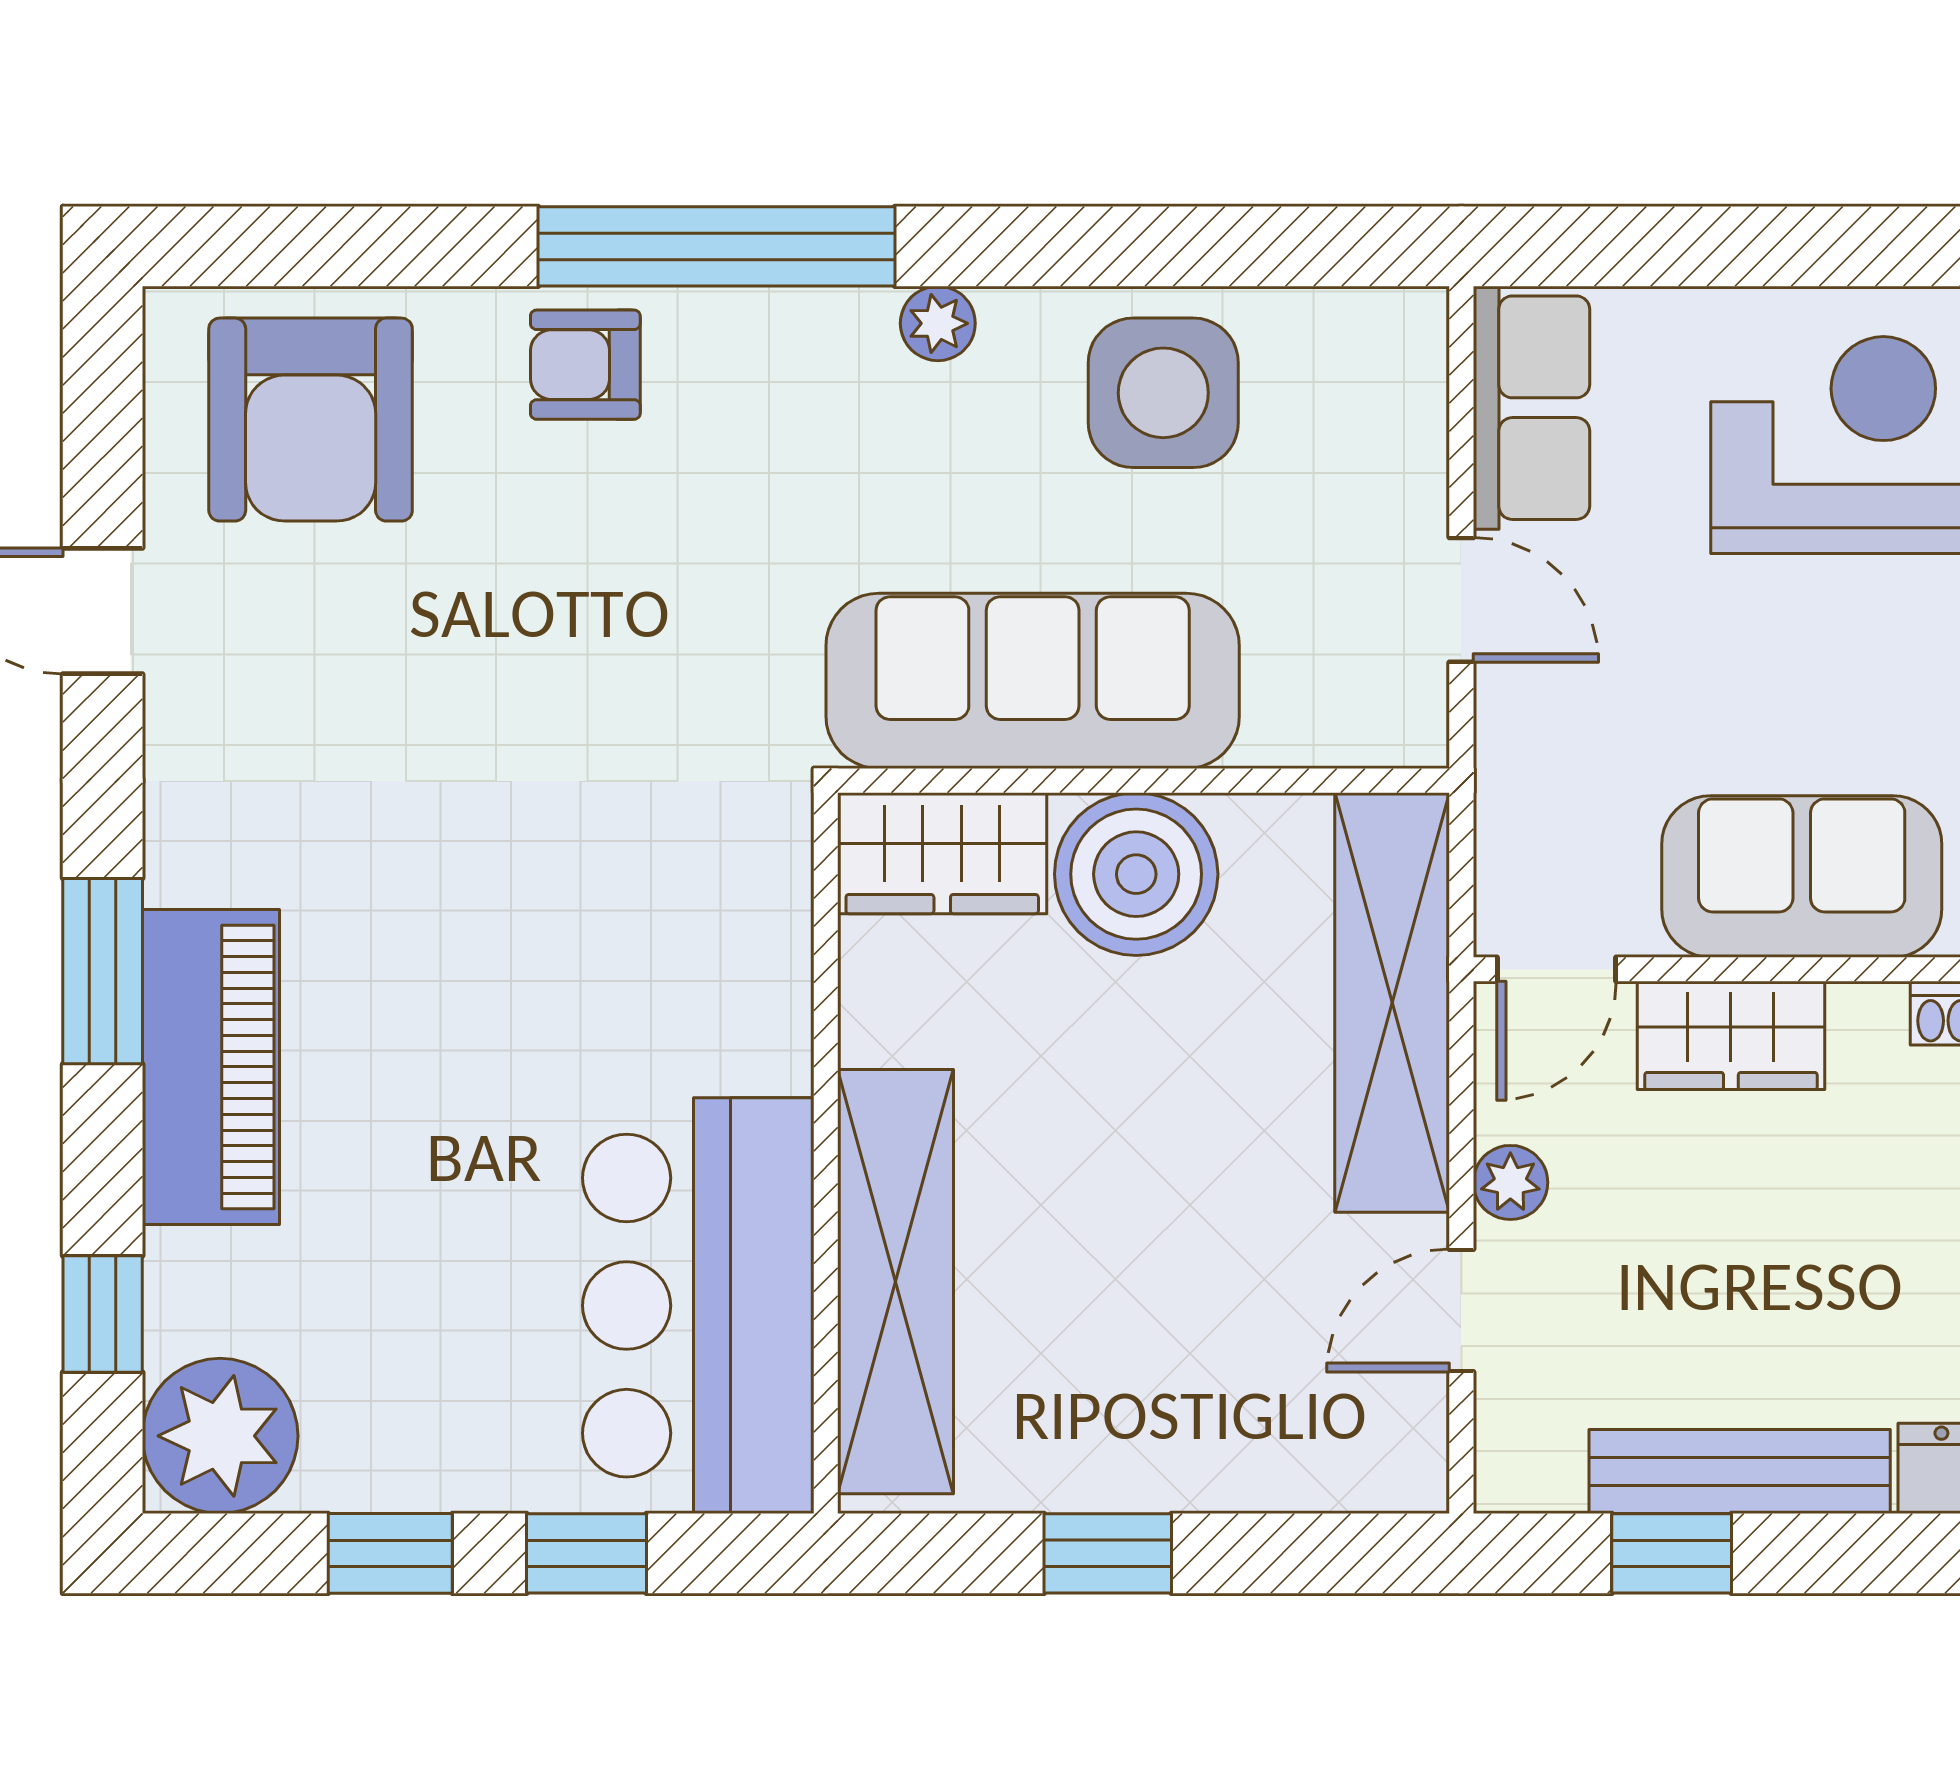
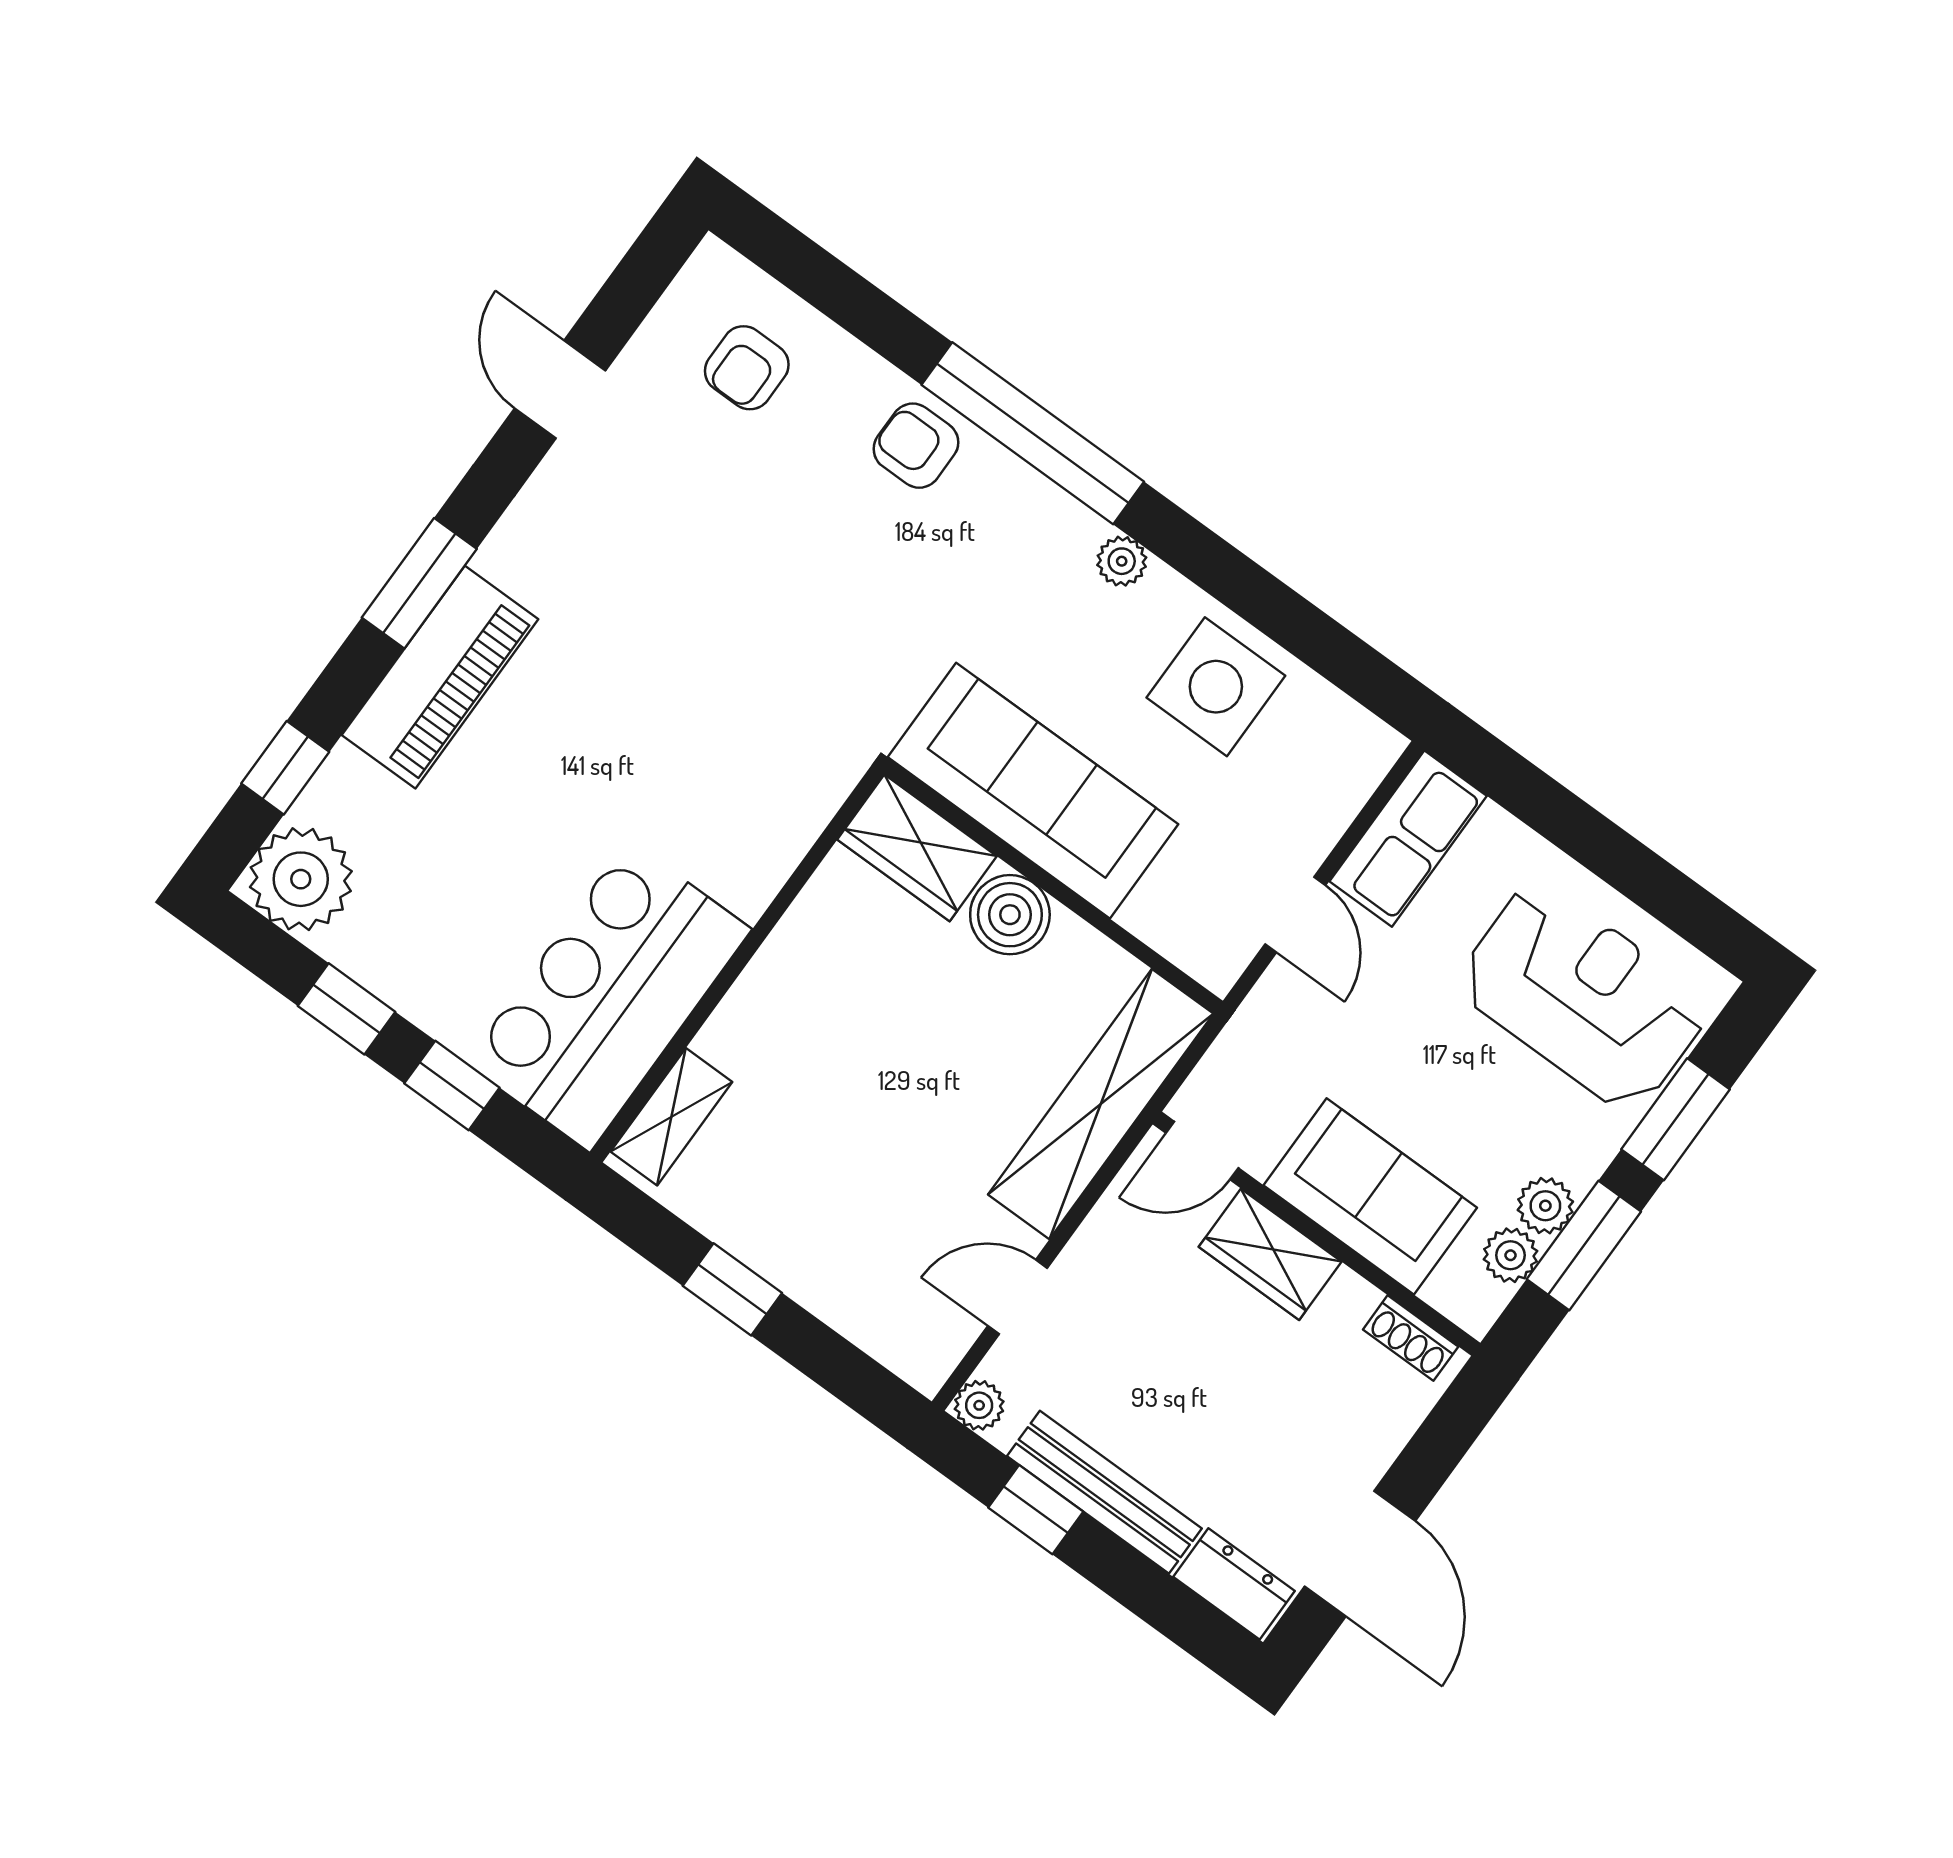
armchair: (311, 420) -> (747, 368), width x0.53, depth x0.53
boiler: (1136, 874) -> (1010, 915), width x0.73, depth x0.73
plant: (1510, 1182) -> (979, 1405), moved
shelving: (896, 1282) -> (671, 1117), width x0.45, depth x0.75

